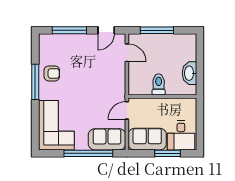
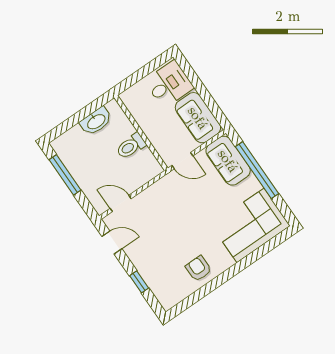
window: (69, 30) -> (139, 282), width x0.46
window: (157, 30) -> (65, 175), moved
door: (127, 53) -> (121, 203), hinge flipped
window: (35, 82) -> (220, 280), removed
window: (168, 153) -> (198, 85), removed

